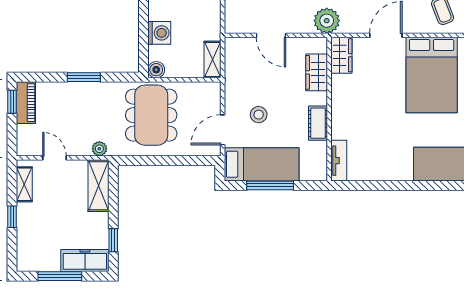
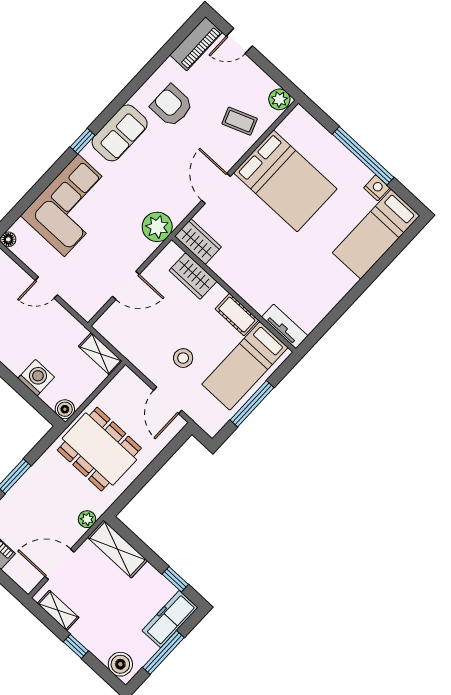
door: (54, 158) -> (60, 564), width x1.38
bed: (262, 164) -> (245, 366), moved, turned 180
boiler: (27, 256) -> (120, 664), added

